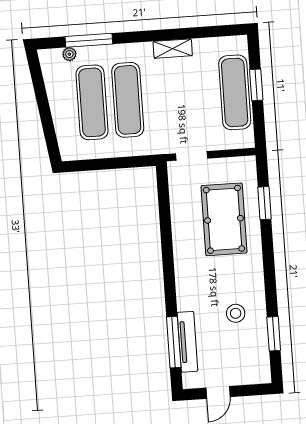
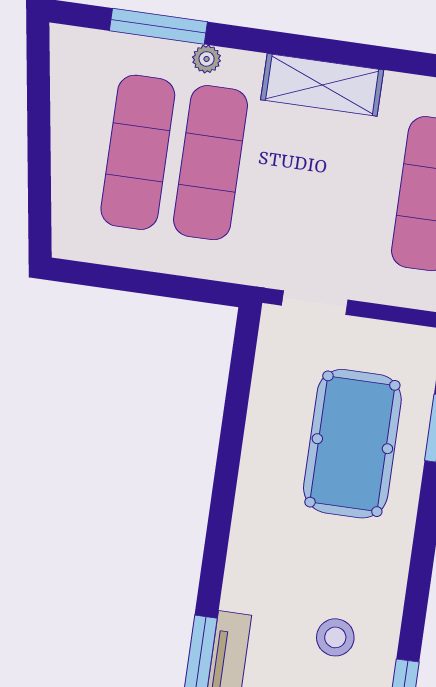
shelving: (173, 49) -> (322, 85), width x1.50, depth x1.33
plant: (69, 54) -> (207, 59), moved

